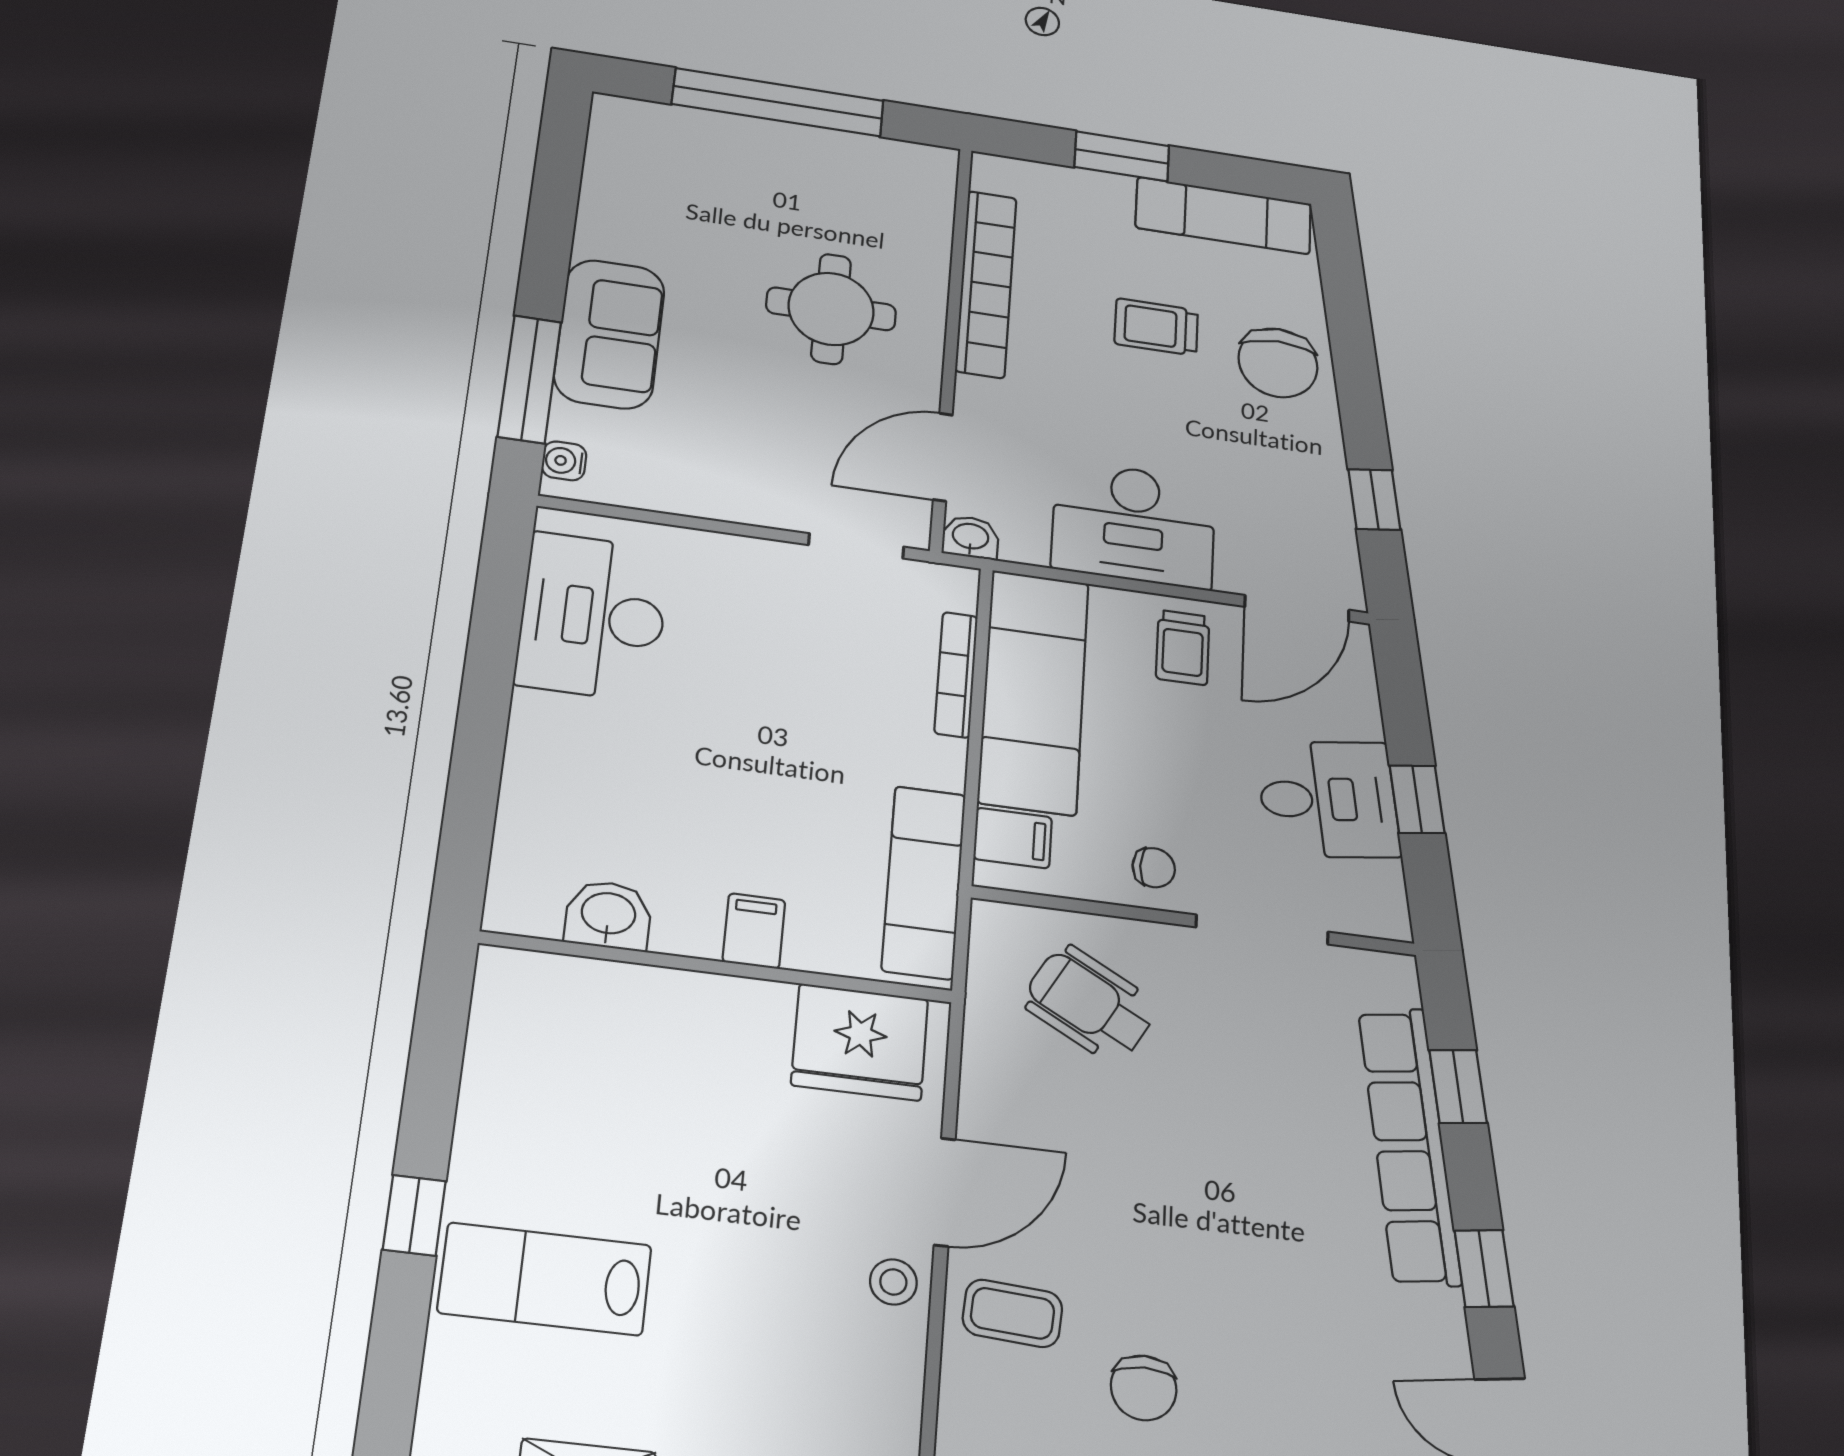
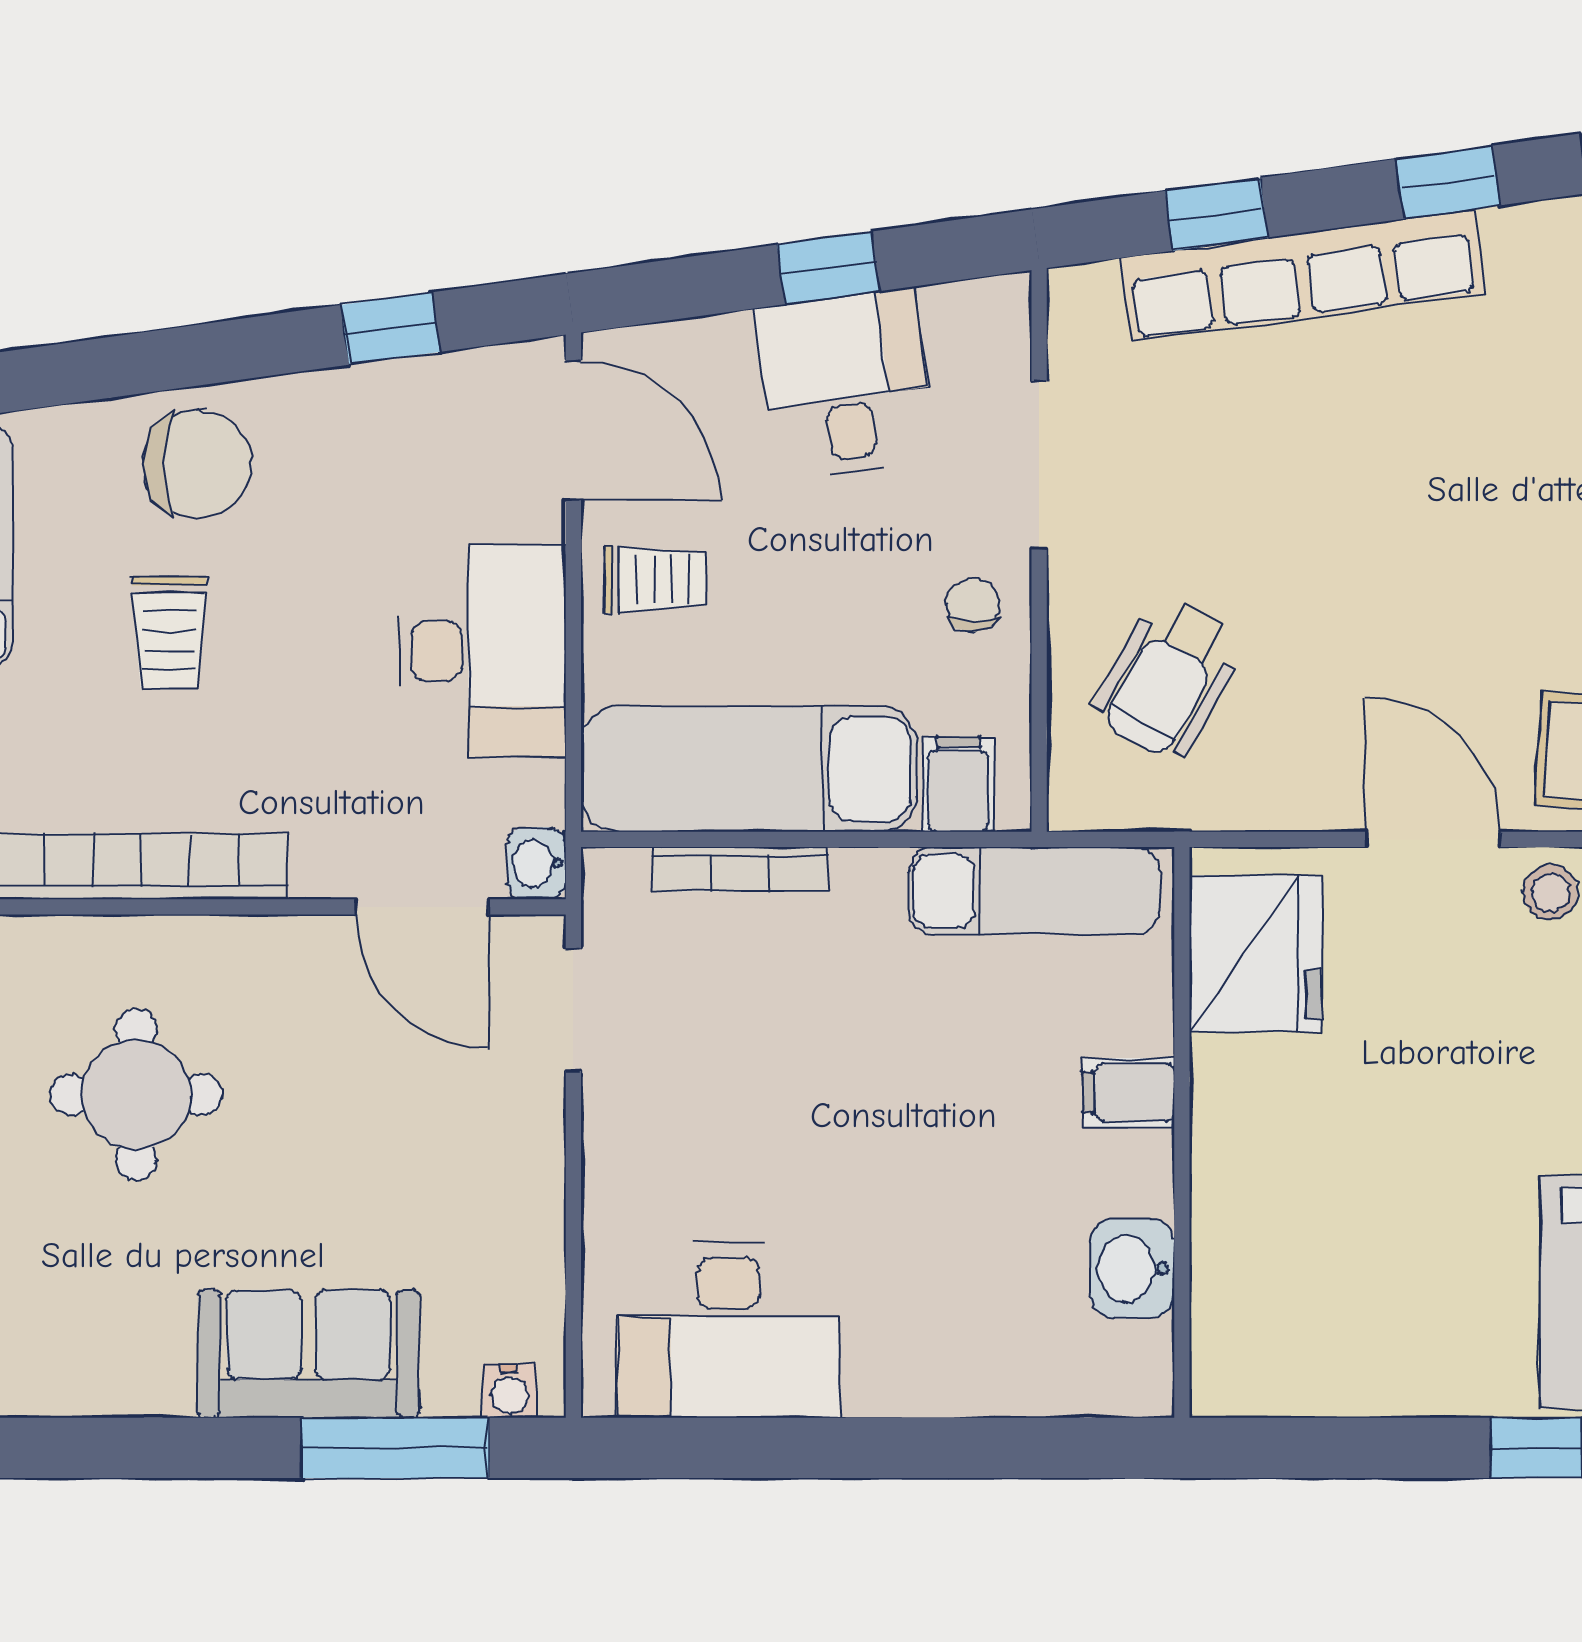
round table: (831, 309) -> (136, 1095), moved

